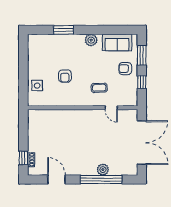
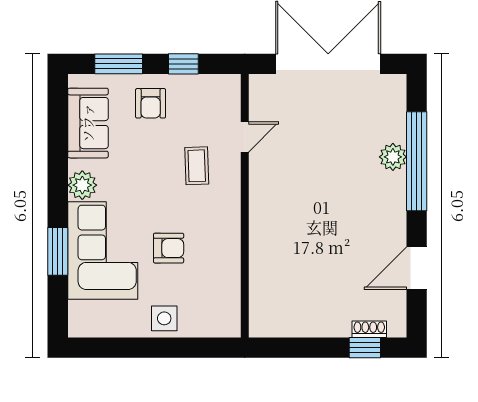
corner sofa: (64, 49) -> (103, 251), added
side table: (37, 86) -> (164, 318), moved

